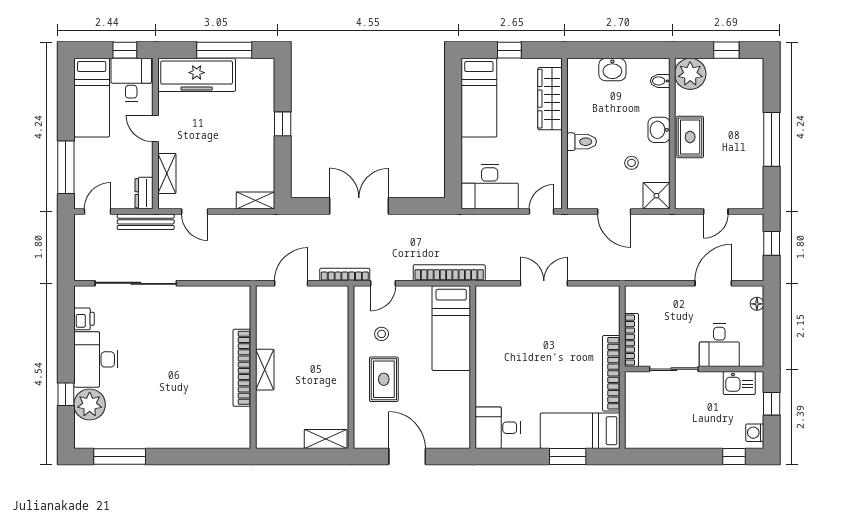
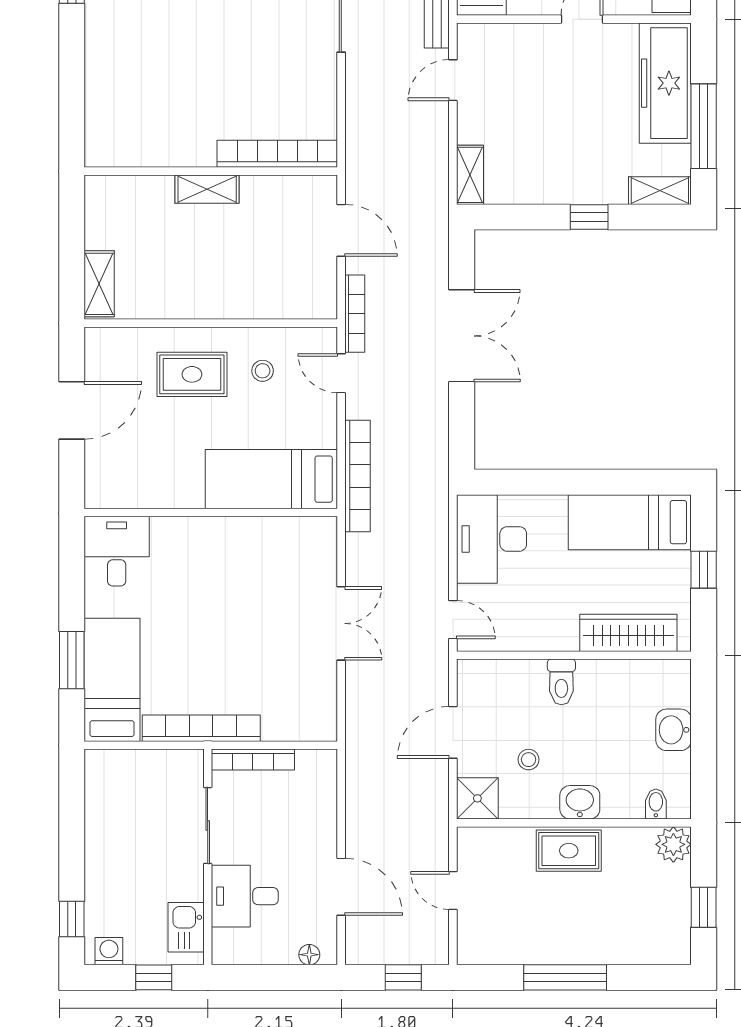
plant: (690, 74) -> (673, 844), width x0.73, depth x0.73
shelving: (167, 173) -> (660, 191), moved
bookcase: (242, 368) -> (277, 154), moved

